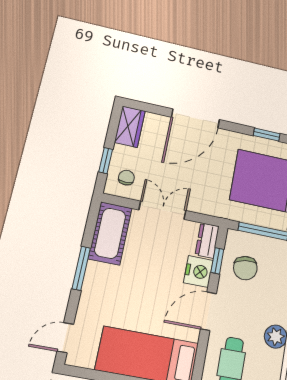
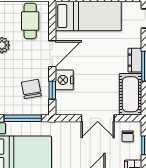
dresser: (207, 240) -> (135, 60), moved, turned 180

